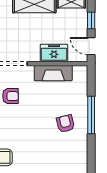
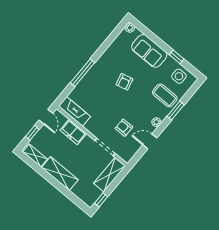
fireplace: (53, 73) -> (74, 111), moved
armchair: (65, 124) -> (124, 82), moved

